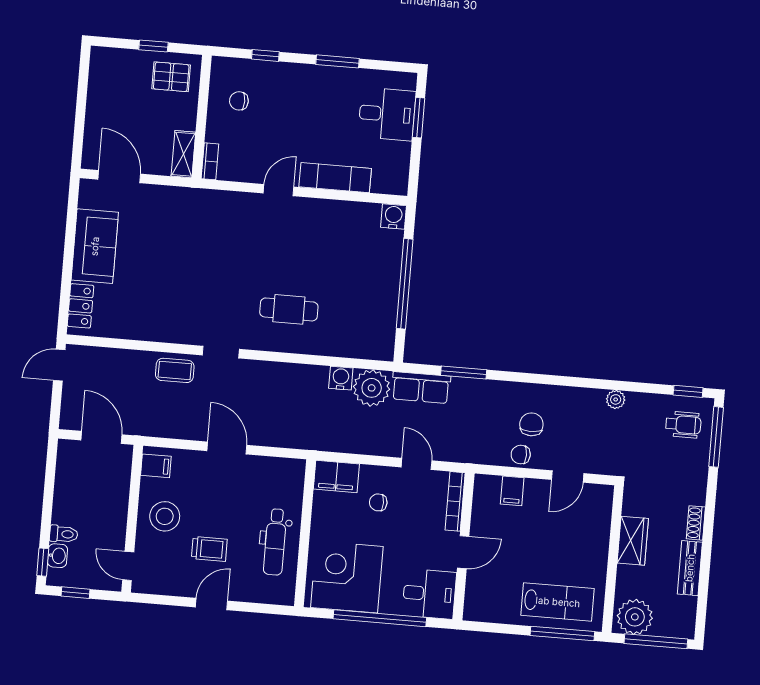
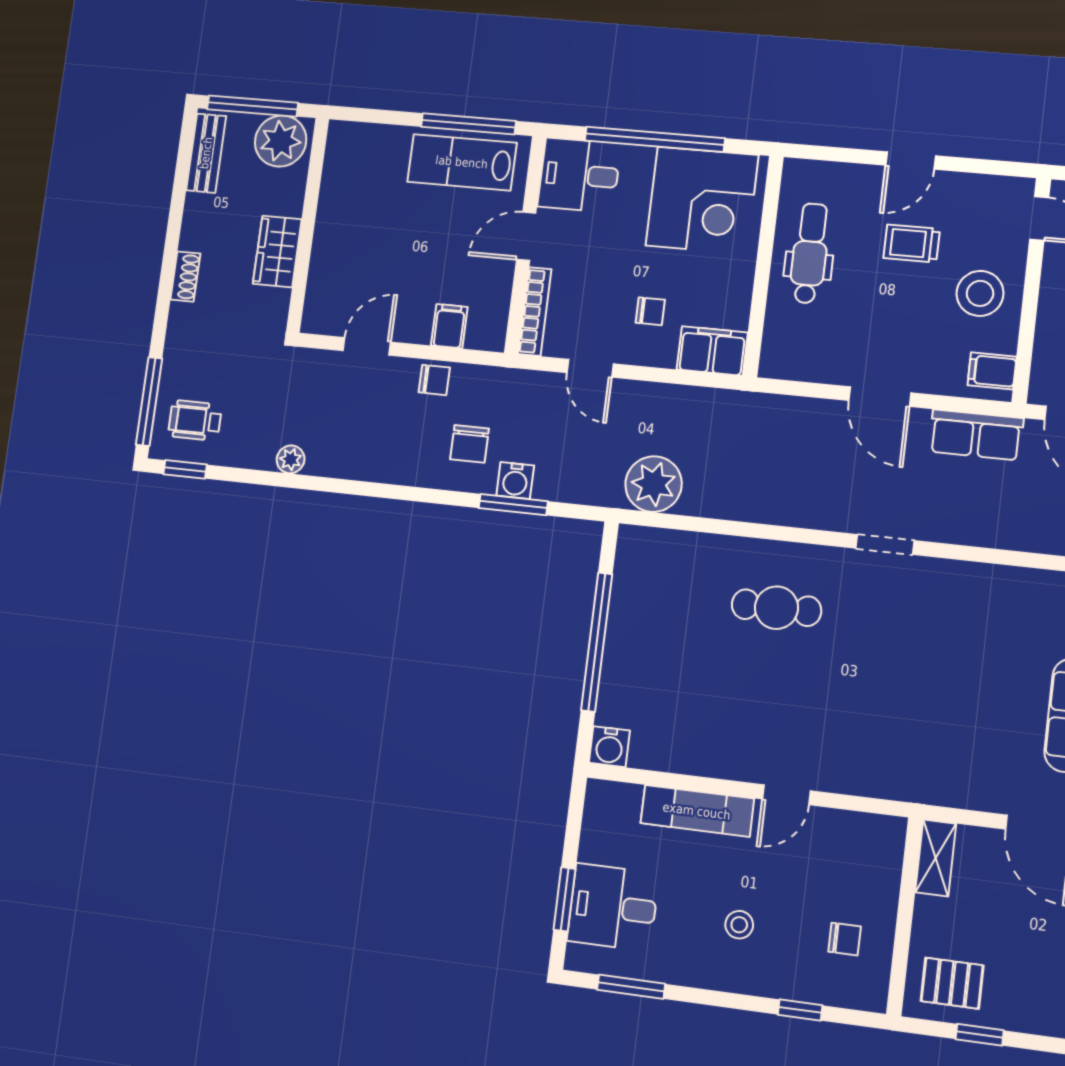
window: (337, 61) -> (631, 987), moved
stool: (306, 107) -> (739, 925), added
bookcase: (210, 161) -> (894, 845), removed
coffee table: (175, 370) -> (958, 518), removed
water cooler: (341, 378) -> (515, 480), moved
row of seats: (421, 388) -> (976, 435), moved, turned 180
chair: (531, 424) -> (470, 444), moved
bench: (690, 568) -> (206, 153), moved
lab bench: (558, 602) -> (462, 162), moved
window: (562, 633) -> (468, 124), moved

